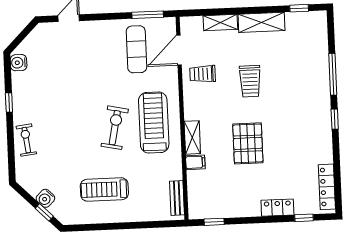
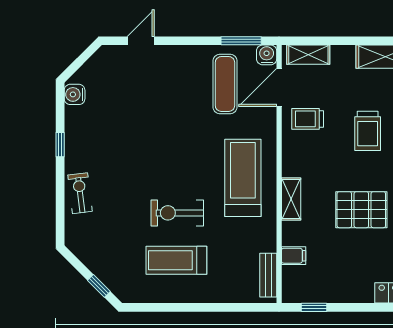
shelving: (220, 23) -> (308, 55), moved
exercise bike: (115, 128) -> (177, 213), moved, turned -102
pallet: (248, 143) -> (361, 210), turned 90
filing cabinet: (195, 162) -> (294, 256), moved
water cooler: (45, 198) -> (267, 55), moved, turned 135

